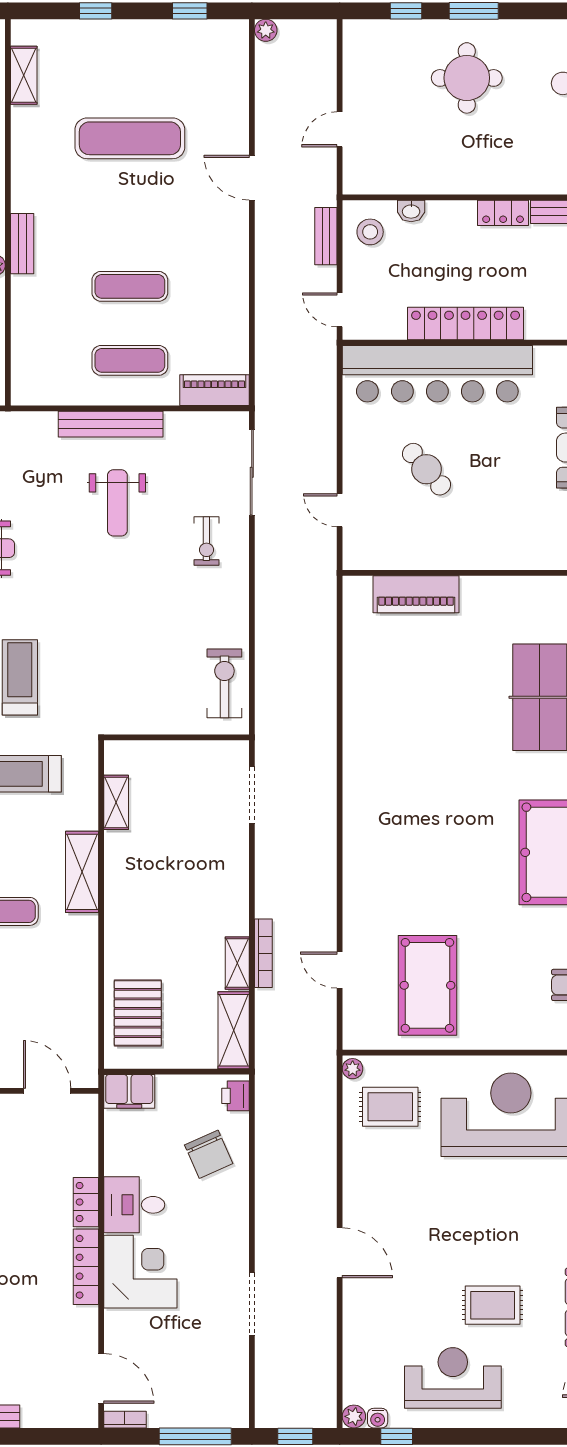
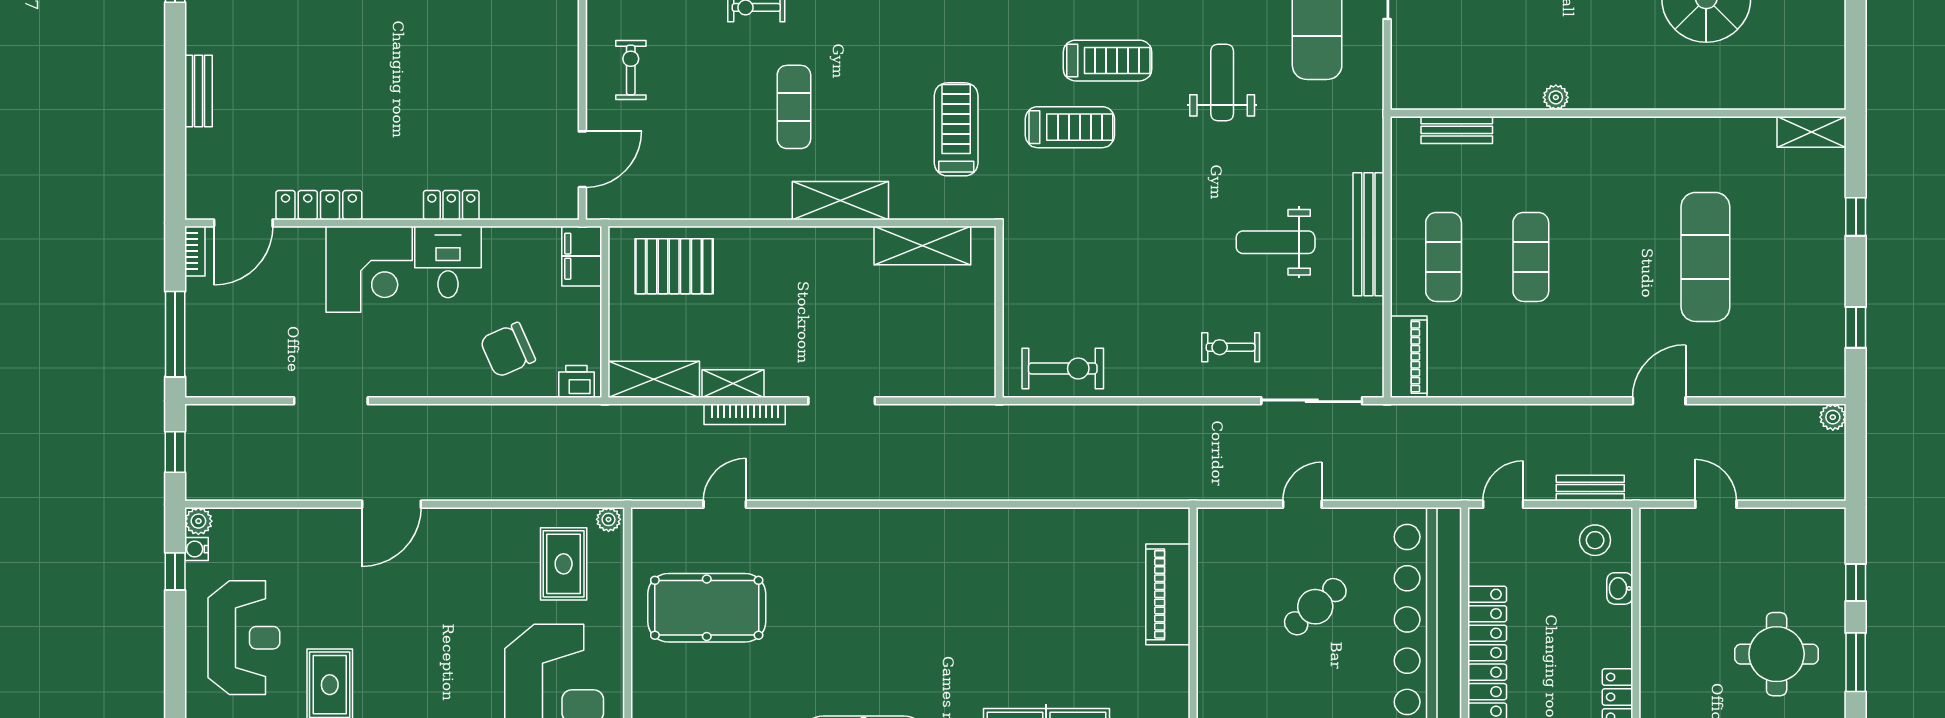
shelving: (24, 75) -> (1812, 132), moved
bench: (22, 244) -> (1457, 130), moved
door: (340, 510) -> (1302, 504), moved
doorway: (252, 795) -> (842, 401), moved
shelving: (116, 802) -> (922, 246), width x1.50, depth x1.33
locker: (86, 1267) -> (319, 205), moved

